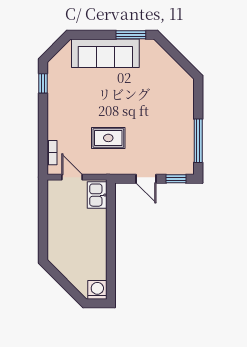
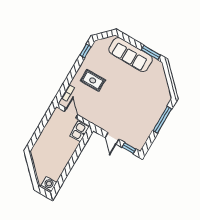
rug: (108, 138) -> (93, 80), moved
window: (198, 141) -> (162, 120), moved

